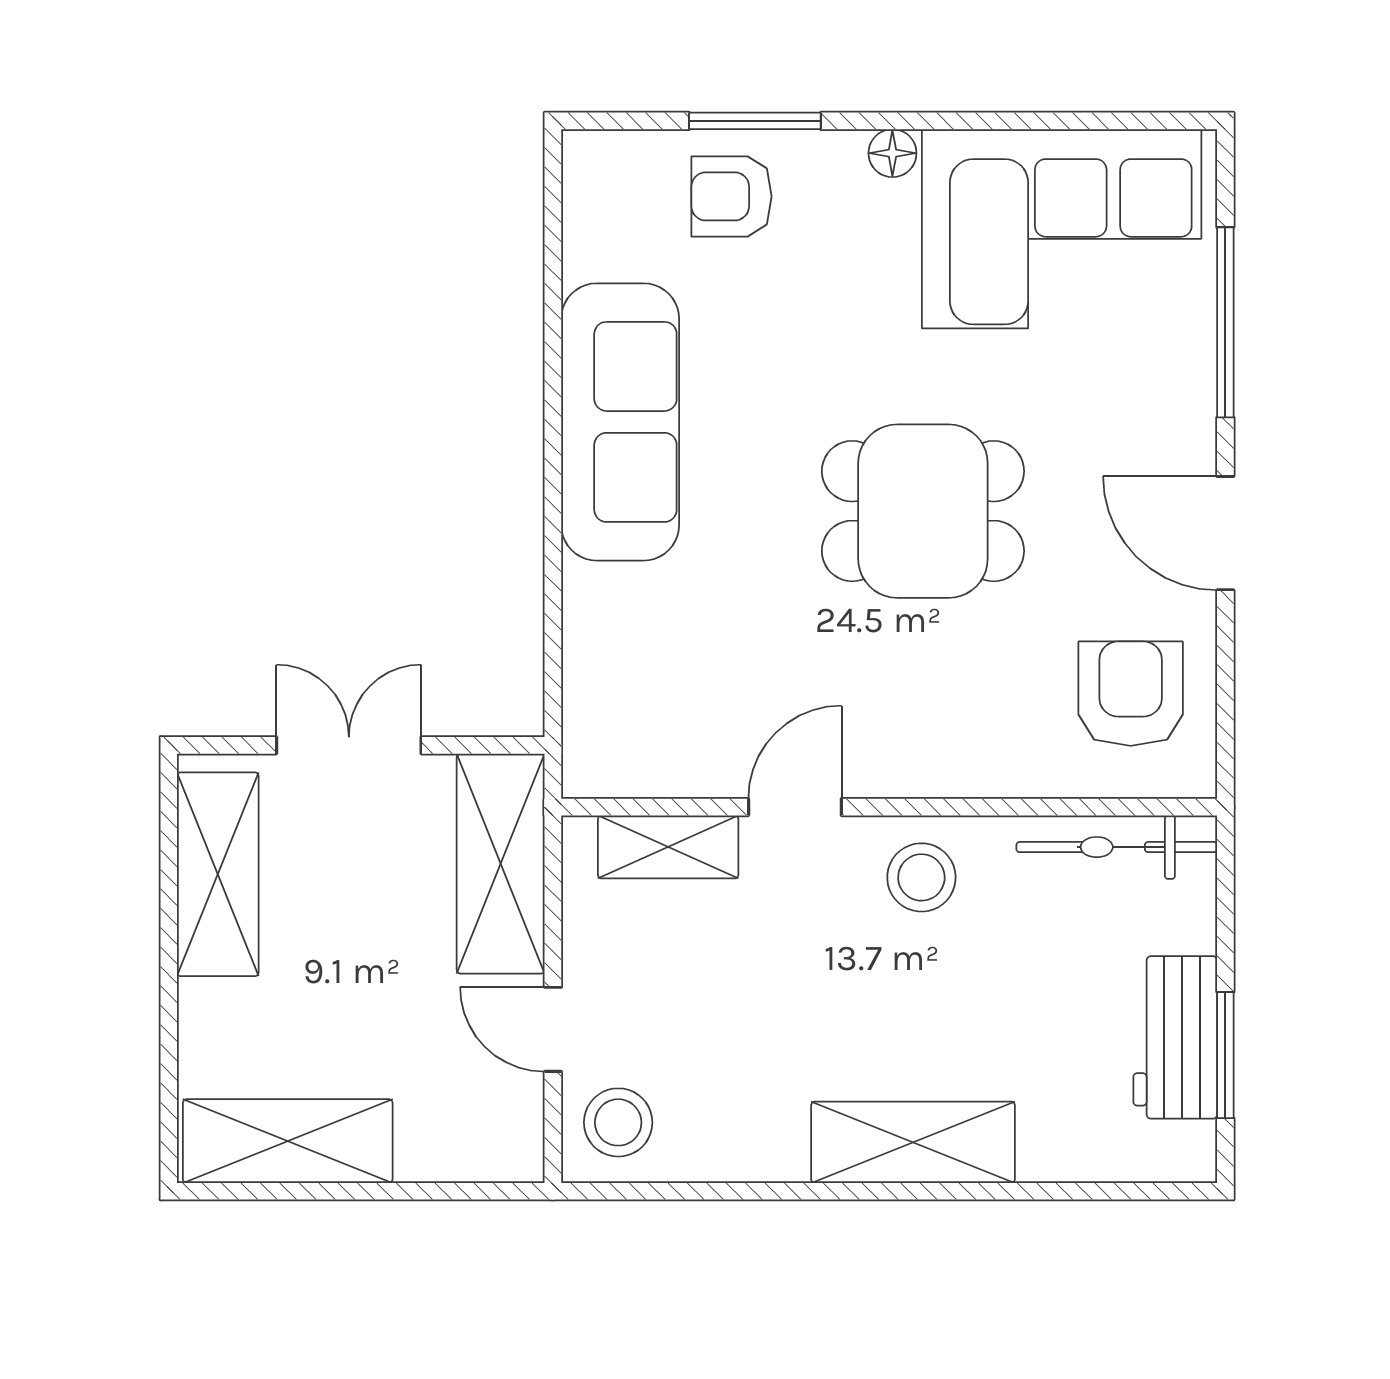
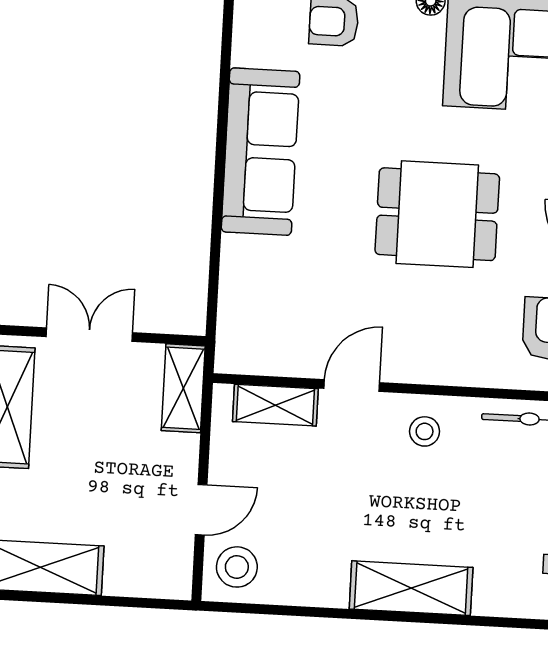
shelving: (501, 864) -> (183, 388), width x0.67, depth x0.75
stool: (921, 877) -> (425, 431), width x0.73, depth x0.73
door: (553, 1029) -> (201, 510), swing flipped

